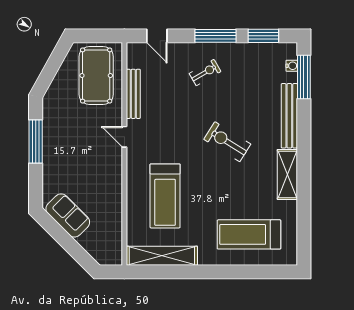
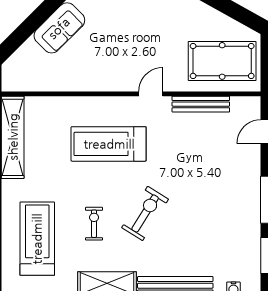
exercise bike: (205, 72) -> (94, 224), moved, turned -150
treadmill: (165, 196) -> (109, 144), moved

